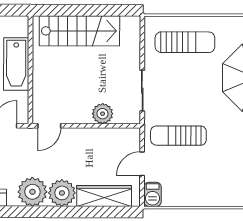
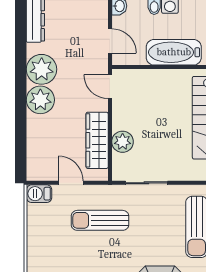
sun lounger: (178, 136) -> (100, 220), turned -90
wardrobe: (104, 196) -> (97, 140), moved, turned 180

